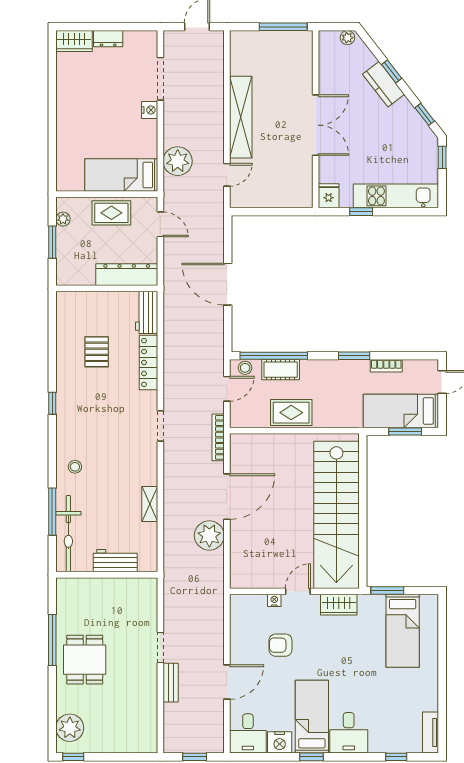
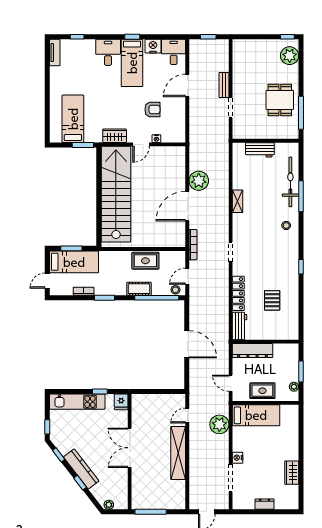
wardrobe: (74, 41) -> (292, 473), moved, turned -90
kitchen counter: (384, 84) -> (81, 469), width x1.50
cot: (281, 370) -> (139, 289), moved
workbench: (115, 561) -> (260, 150), moved
wall: (107, 575) -> (265, 141), moved

